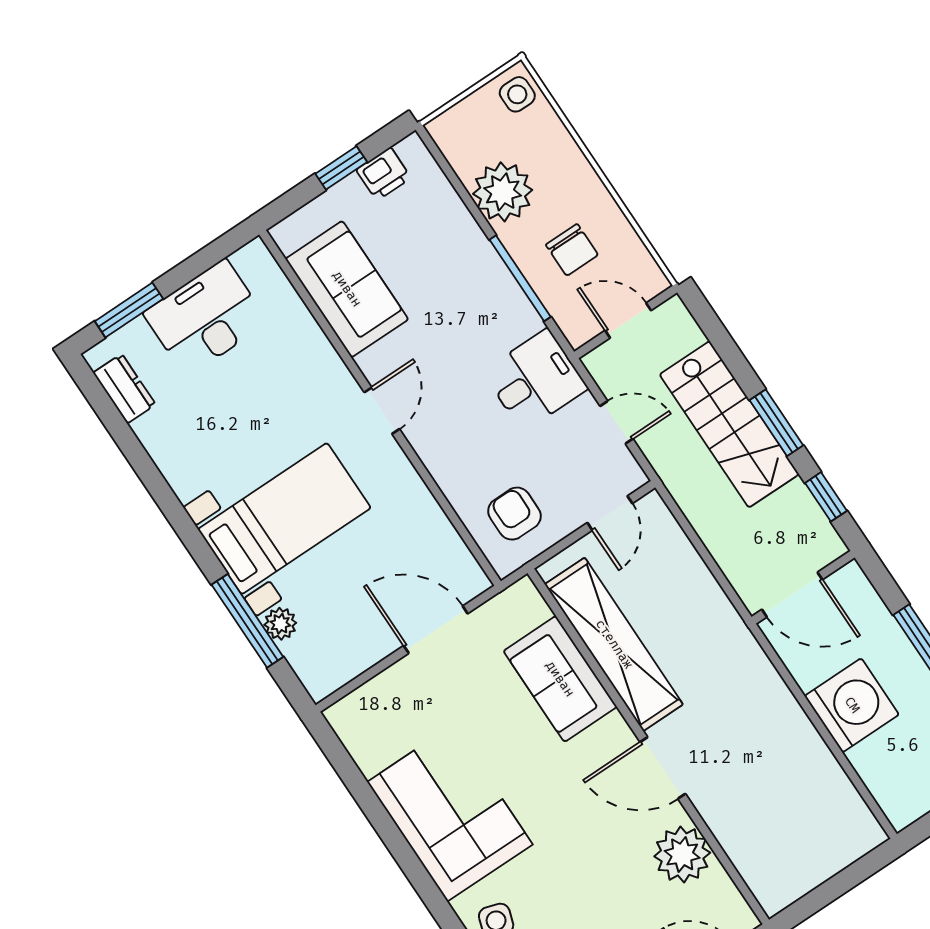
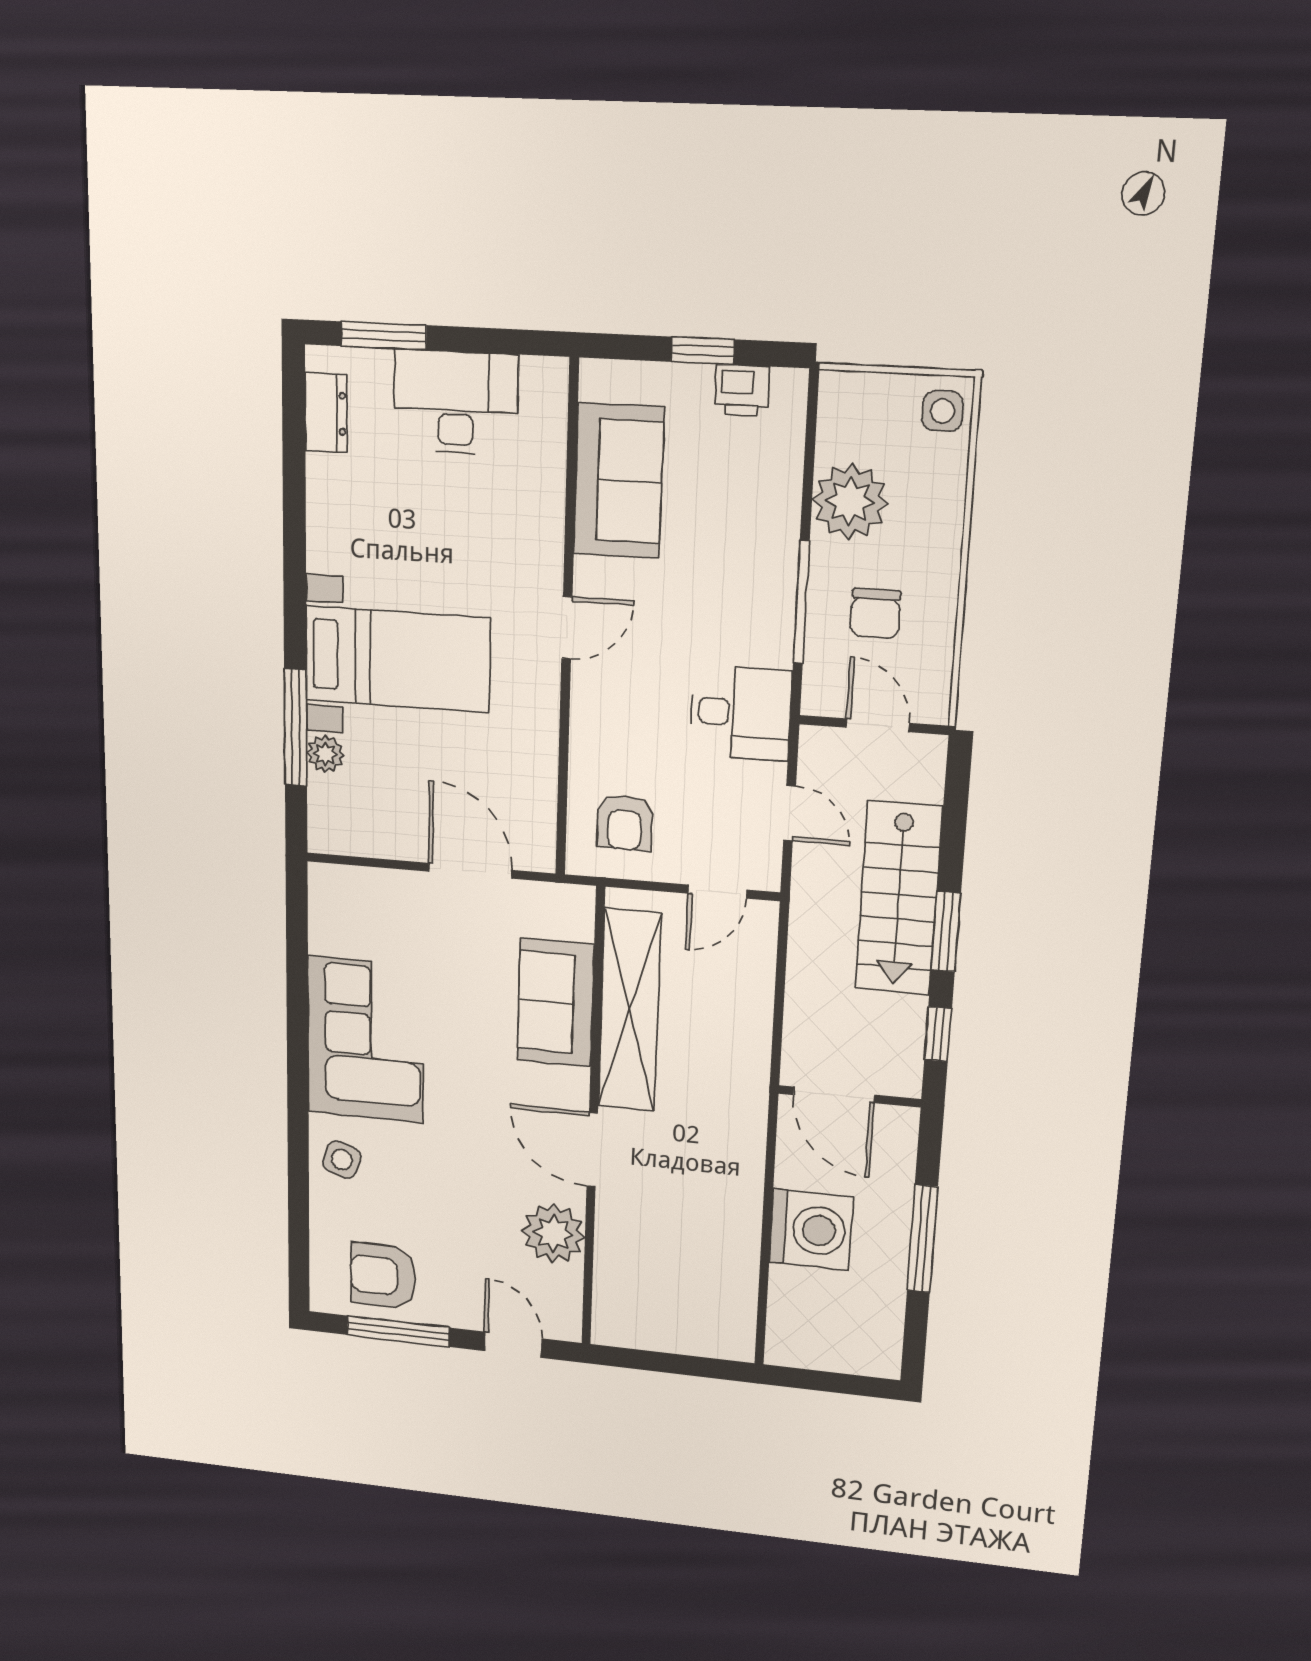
armchair: (514, 514) -> (625, 823), turned 180

